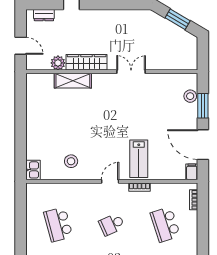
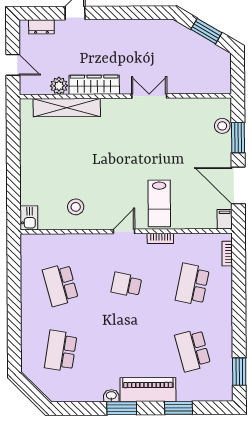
shelving: (73, 81) -> (67, 108), width x1.47
school desk: (112, 224) -> (126, 285), turned 36
school desk: (165, 224) -> (192, 284), turned 30

